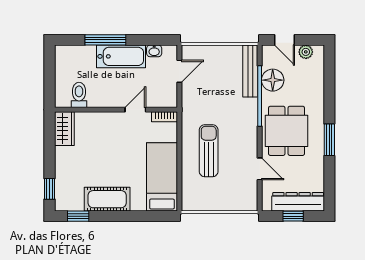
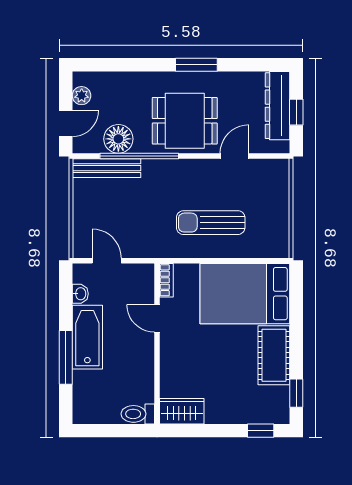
toilet: (79, 95) -> (138, 414), moved
bed: (162, 177) -> (245, 294), width x1.50

